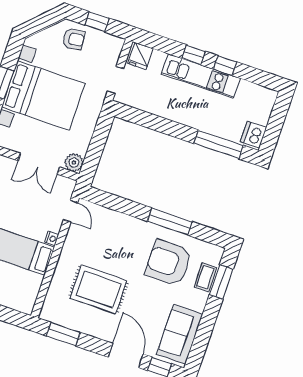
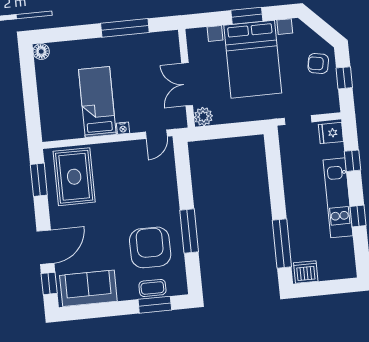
armchair: (74, 39) -> (318, 63), turned 107
window: (194, 55) -> (353, 161), moved
rug: (99, 289) -> (74, 177), moved

